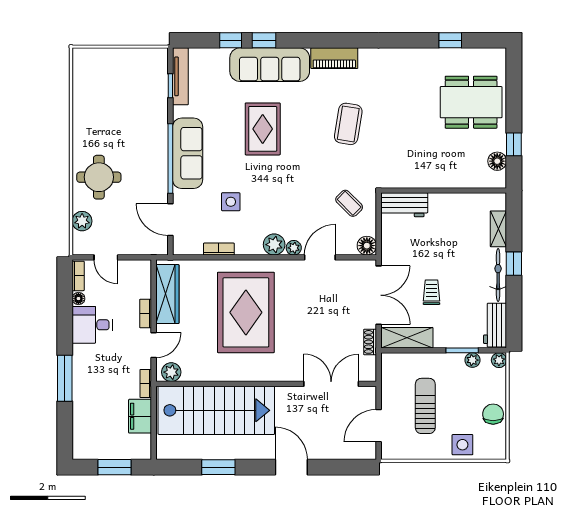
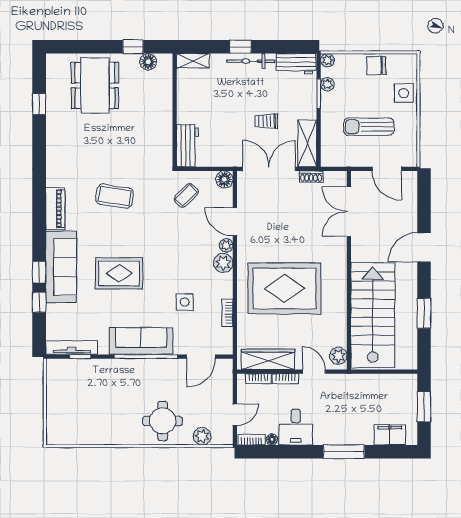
shelving: (498, 229) -> (193, 61), moved
bookcase: (146, 383) -> (258, 379), moved
filing cabinet: (140, 416) -> (390, 435), moved, turned 180

